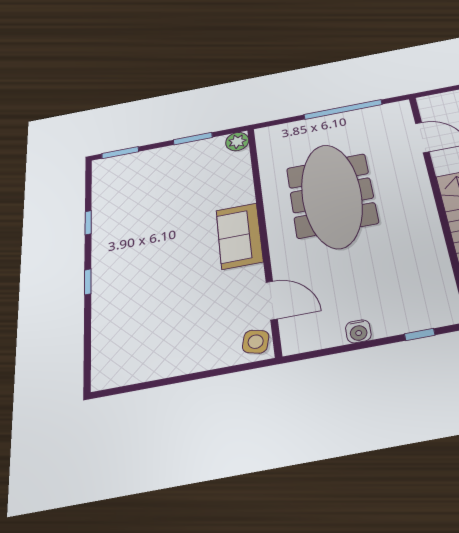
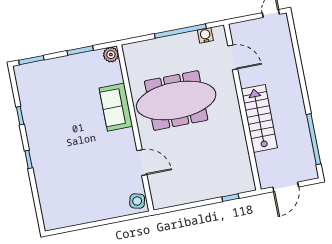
meeting table: (332, 195) -> (176, 100), turned 90
sofa: (239, 236) -> (116, 107), moved
door: (272, 300) -> (142, 163), moved
water cooler: (358, 331) -> (205, 35), moved, turned 180

